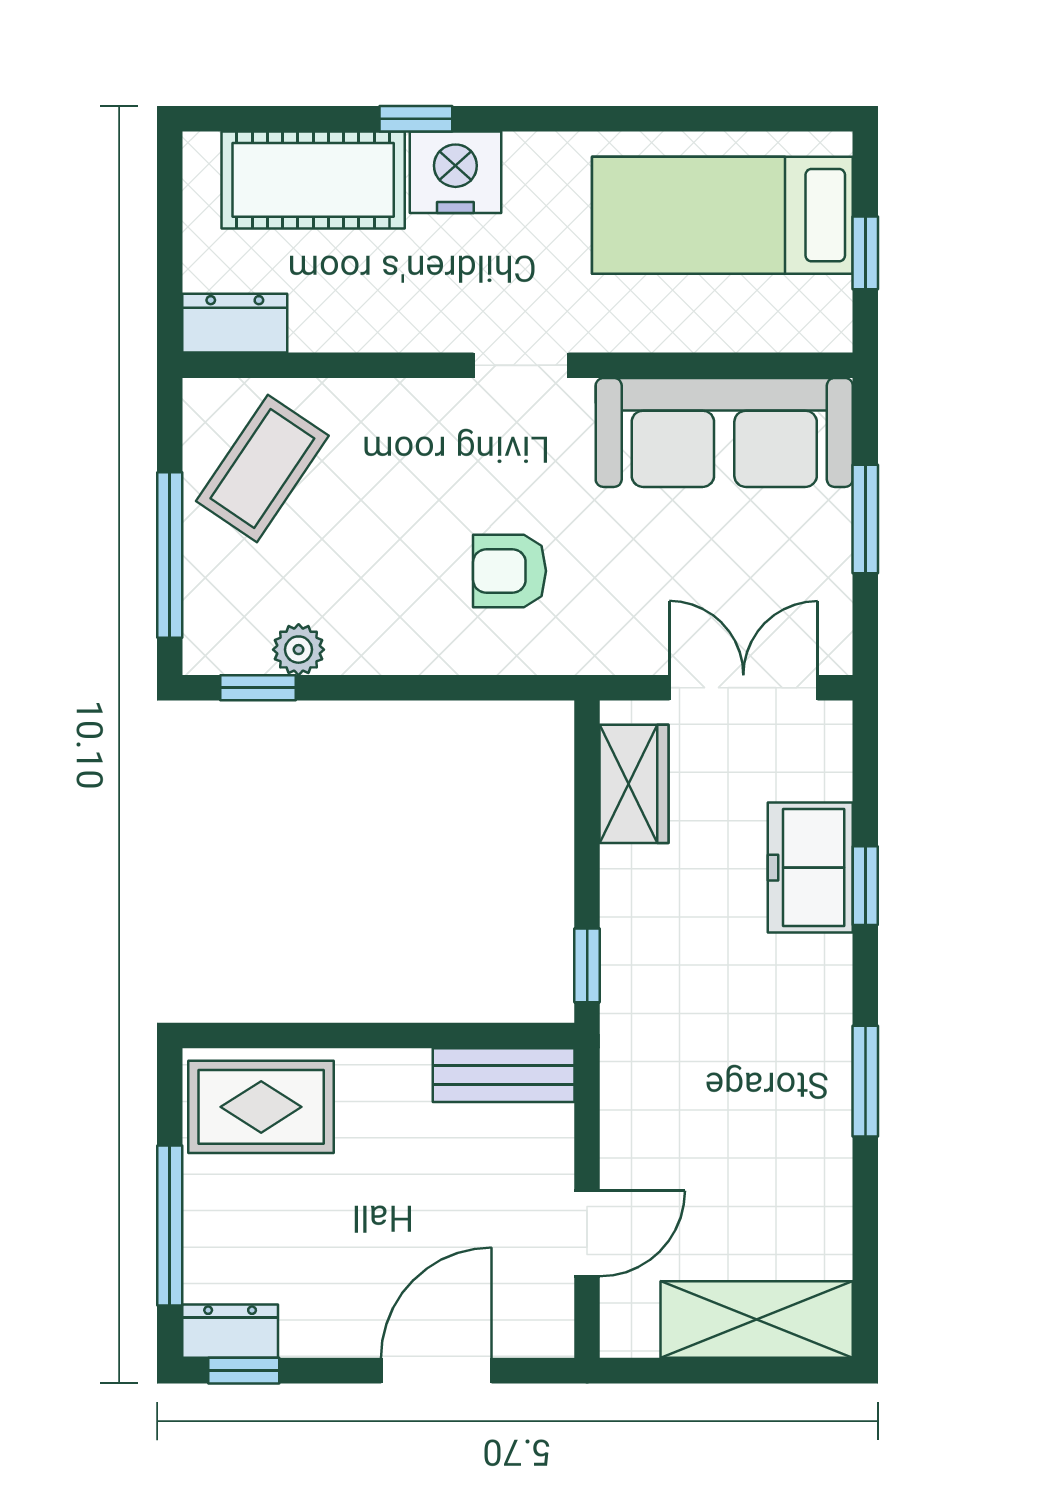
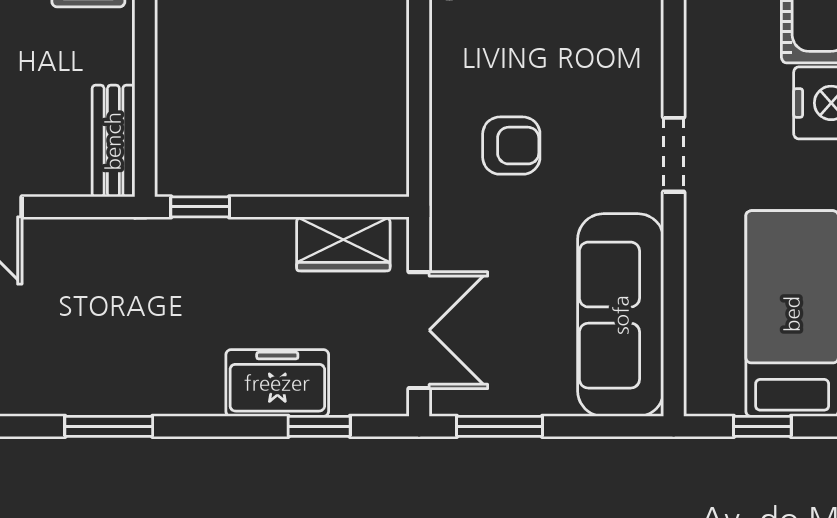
window: (865, 519) -> (500, 426), moved
armchair: (509, 571) -> (511, 146), turned 90
window: (865, 886) -> (319, 426), moved

